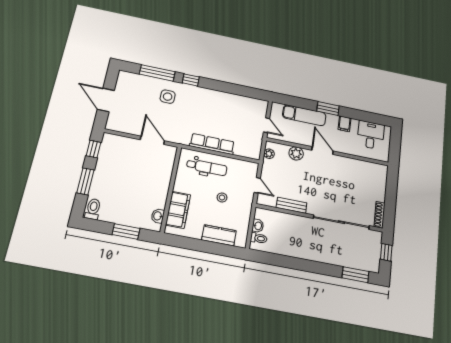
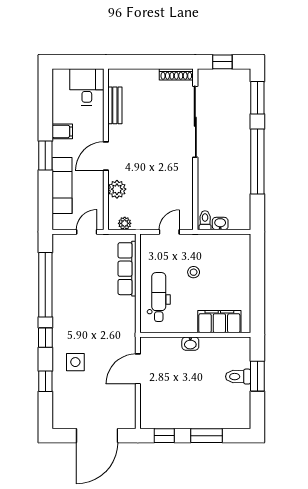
window: (157, 73) -> (45, 381), width x0.46
window: (231, 88) -> (45, 285), added
door: (106, 100) -> (97, 436), width x1.36
desk: (371, 135) -> (87, 87), moved, turned 90
row of seats: (212, 144) -> (127, 269), moved
bench: (292, 205) -> (115, 105), moved
toilet: (93, 209) -> (238, 377), moved
washbasin: (158, 216) -> (190, 344), moved
kitchen counter: (219, 235) -> (241, 268), removed
toilet: (259, 238) -> (205, 220), moved
window: (304, 265) -> (257, 161), added

